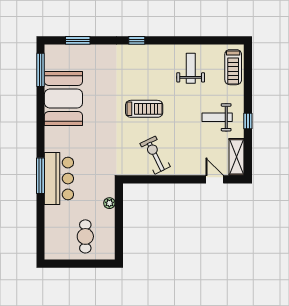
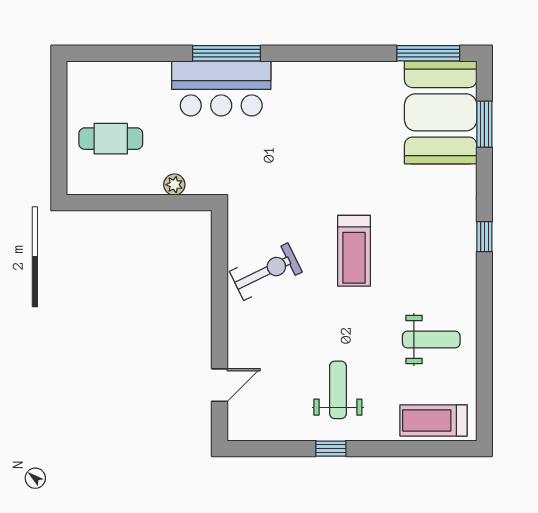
booth: (63, 98) -> (441, 112), moved, turned 90
shelving: (237, 157) -> (262, 427), removed

